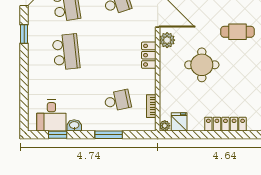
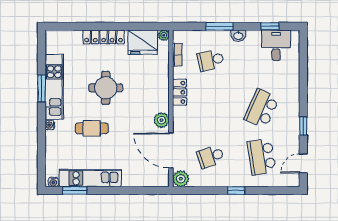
school desk: (66, 52) -> (262, 108), turned 30
locker: (149, 55) -> (180, 92), moved
round table: (202, 65) -> (106, 88), moved
fridge: (179, 122) -> (143, 42), width x1.88, depth x1.34
washbasin: (74, 125) -> (238, 36), moved

